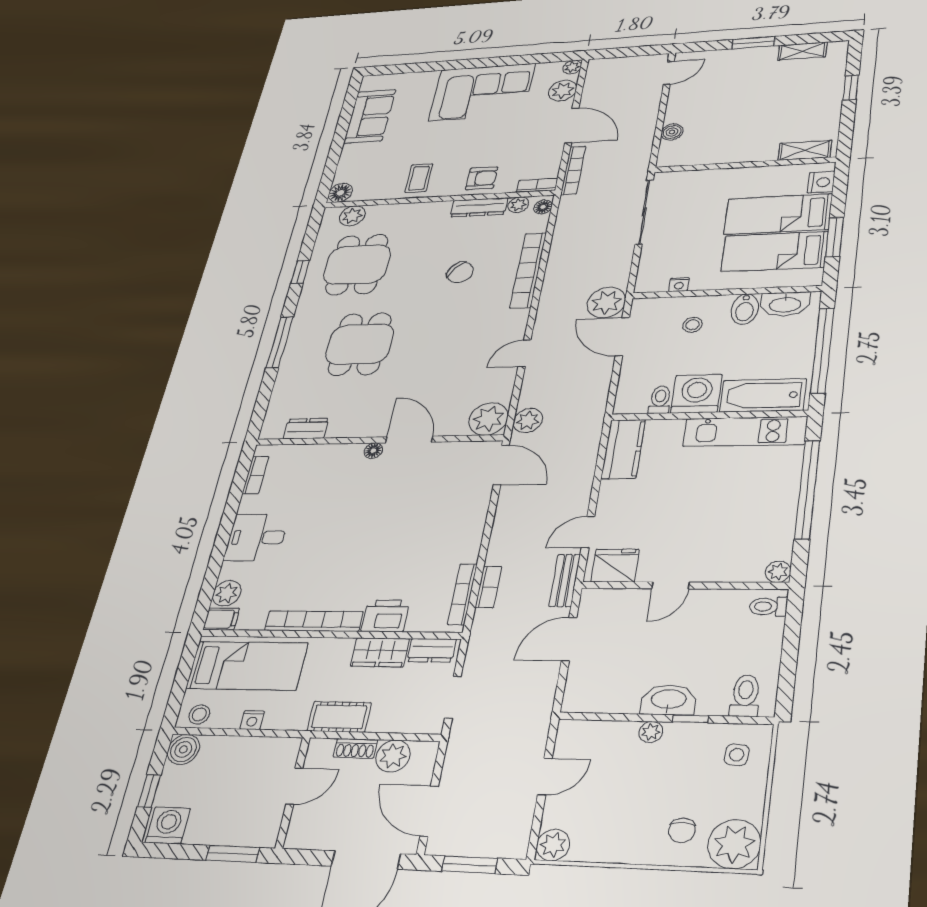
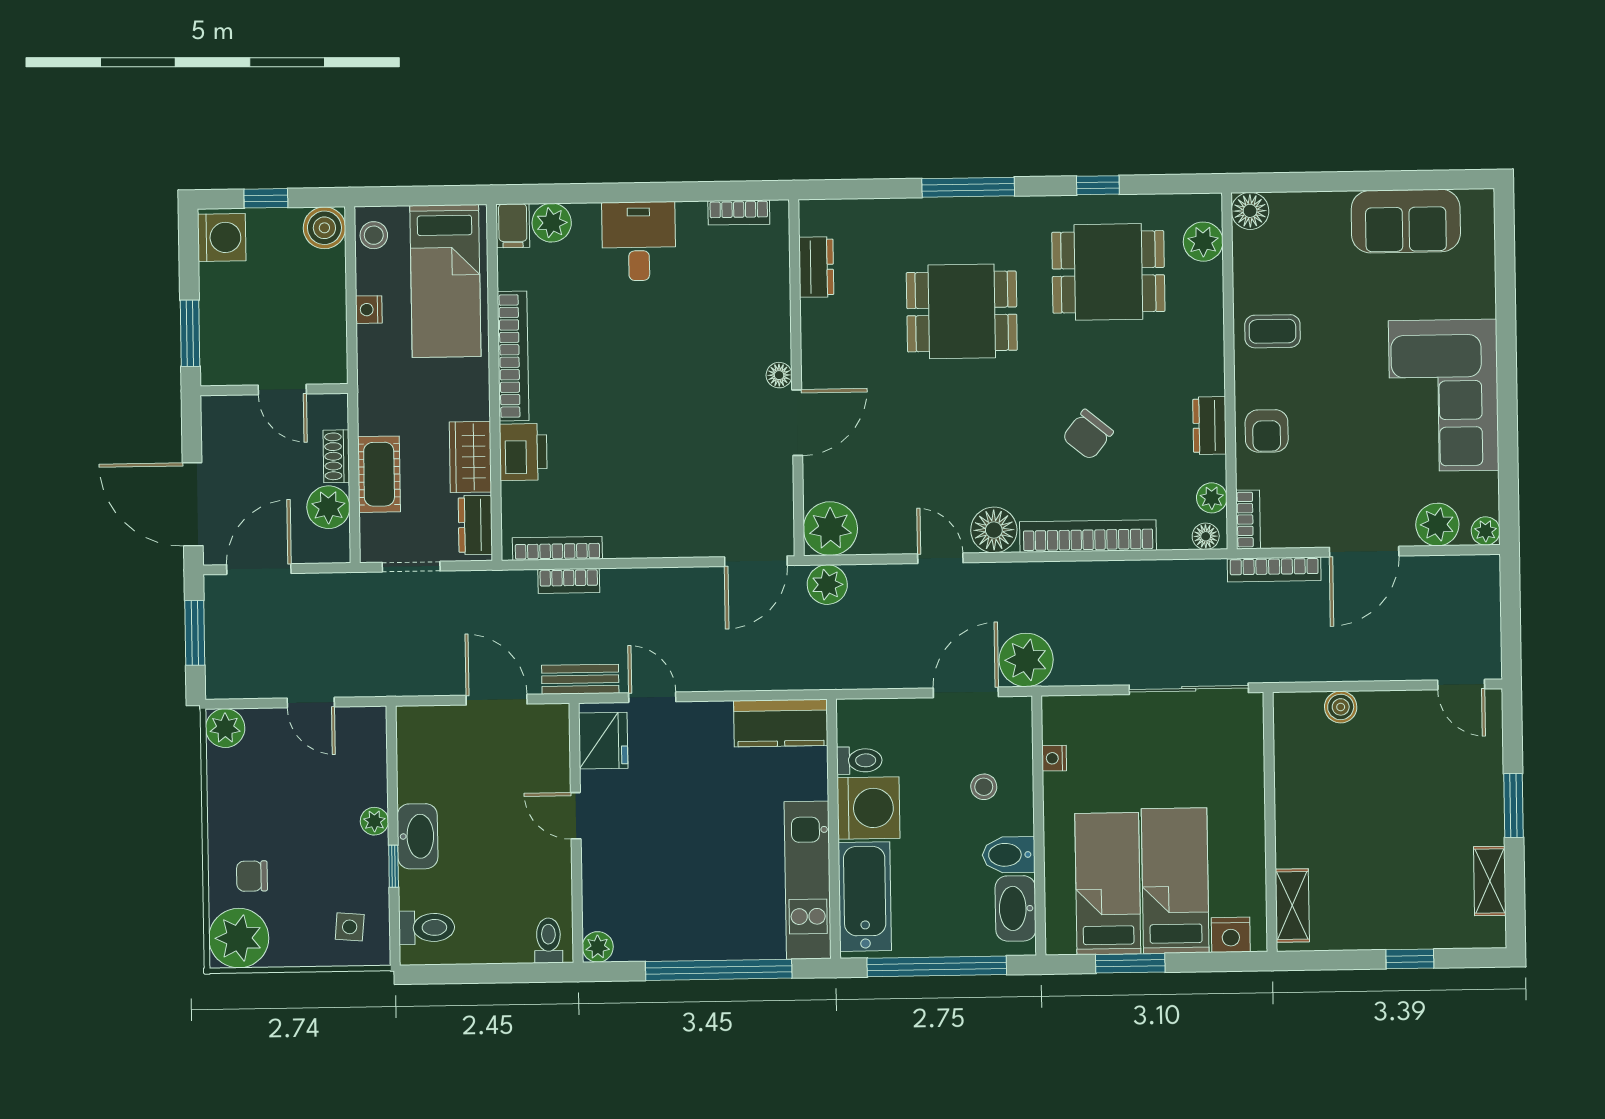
dresser: (479, 207) -> (1209, 426), width x0.70
floor lamp: (512, 323) -> (994, 530), added
cot: (339, 717) -> (379, 474), moved

